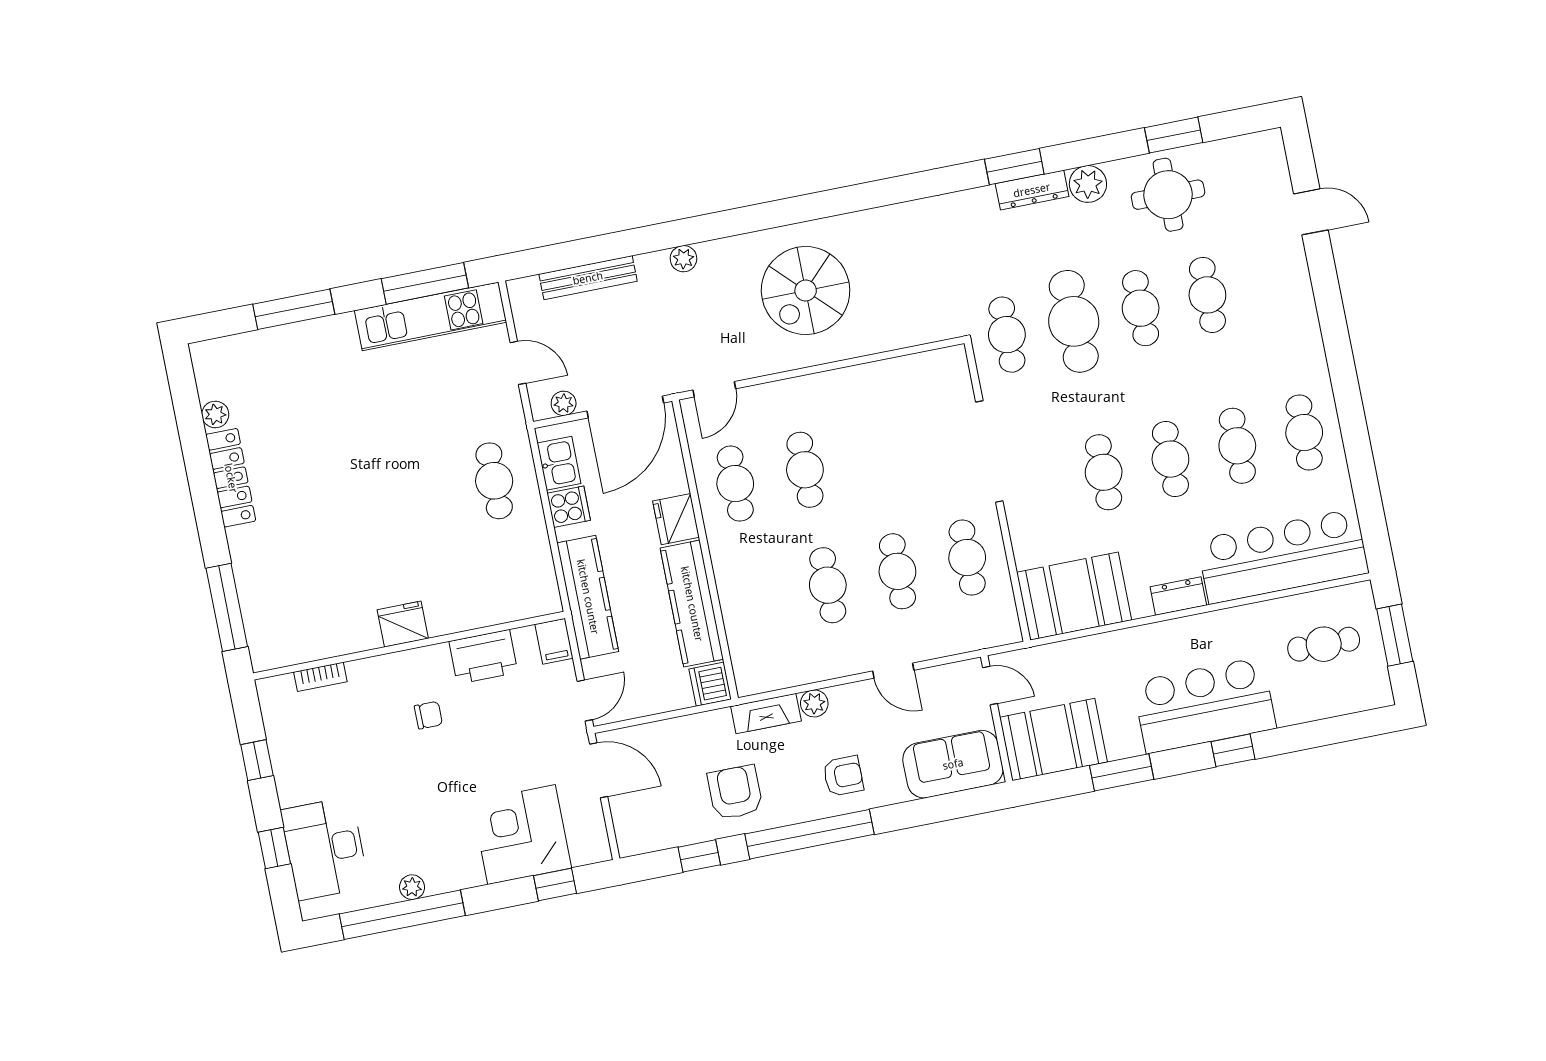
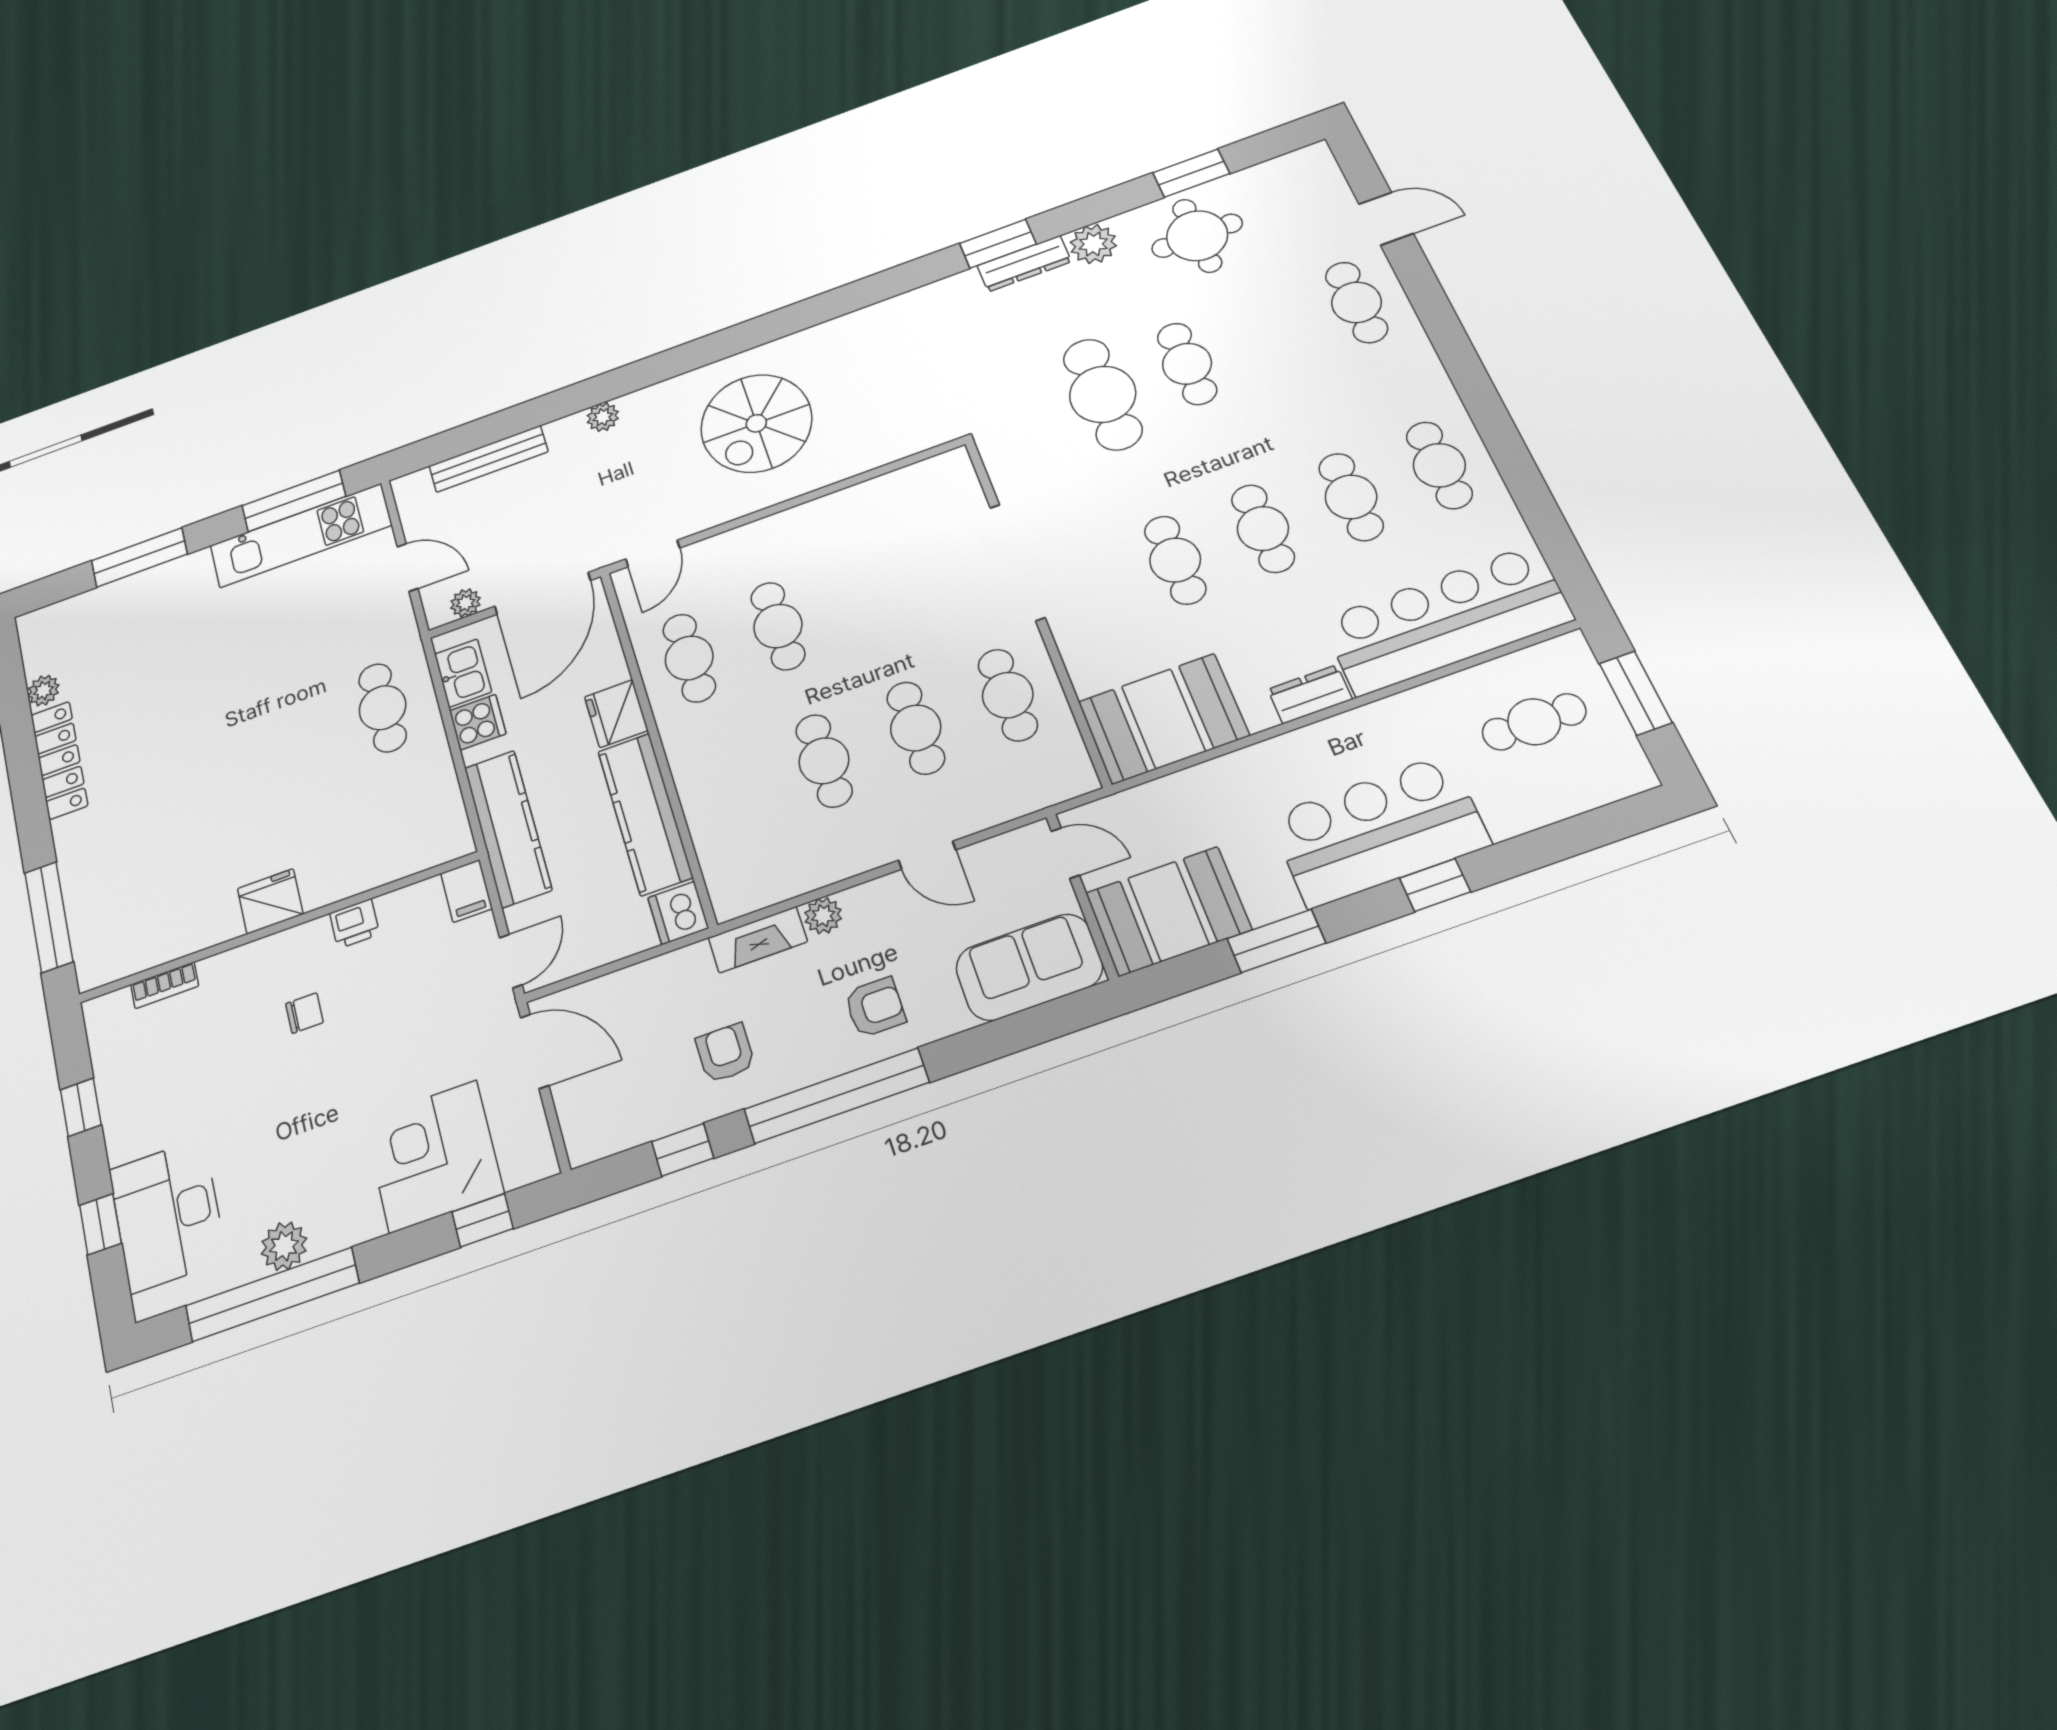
cafe table: (1207, 295) -> (1356, 302), moved
cafe table: (1007, 335) -> (1018, 425), removed
printer: (483, 657) -> (355, 924), width x0.53, depth x0.68
armchair: (735, 792) -> (725, 1053), width x0.72, depth x0.72
plant: (412, 887) -> (284, 1246), width x1.38, depth x1.38

